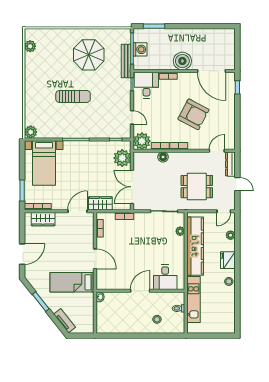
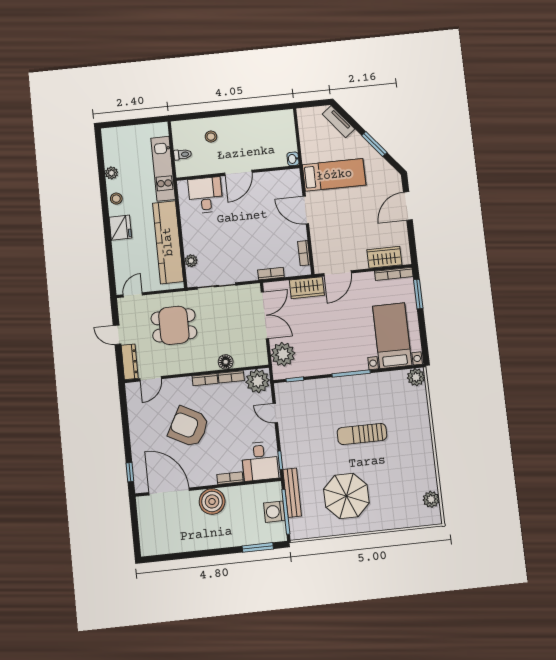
plant: (231, 235) -> (111, 173), moved

